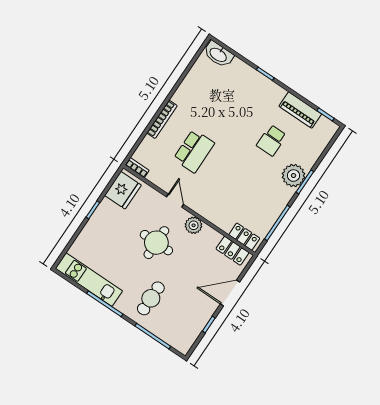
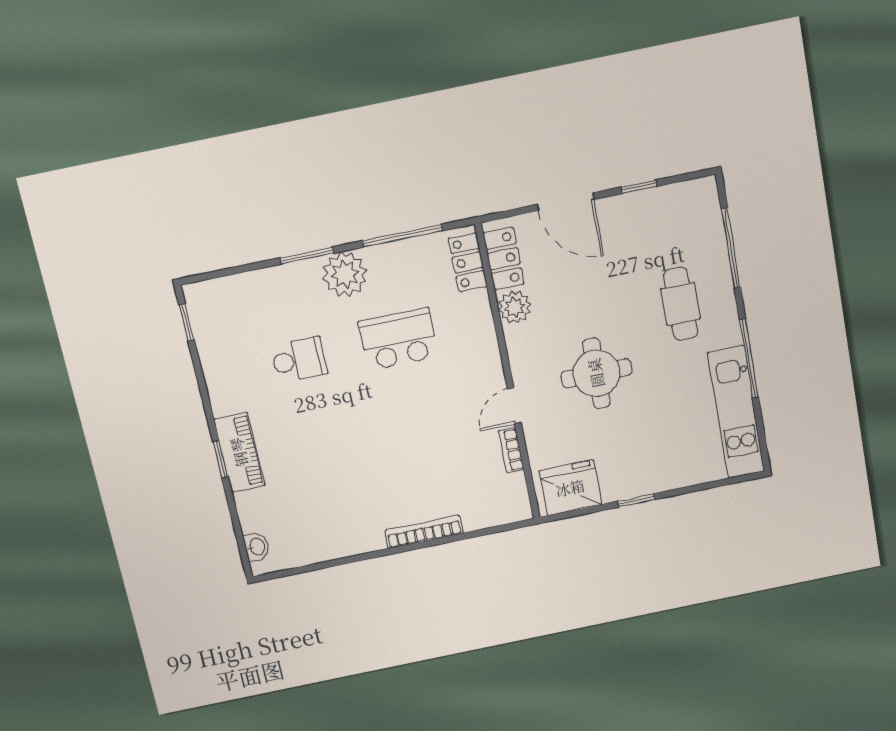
washbasin: (218, 54) -> (257, 547), width x0.52, depth x0.69
piano: (300, 110) -> (239, 452), moved
school desk: (194, 151) -> (399, 339), moved
bookcase: (137, 168) -> (511, 450), moved
plant: (293, 176) -> (345, 274), moved
plant: (194, 225) -> (515, 307), moved
cafe table: (151, 298) -> (681, 304), turned 90

